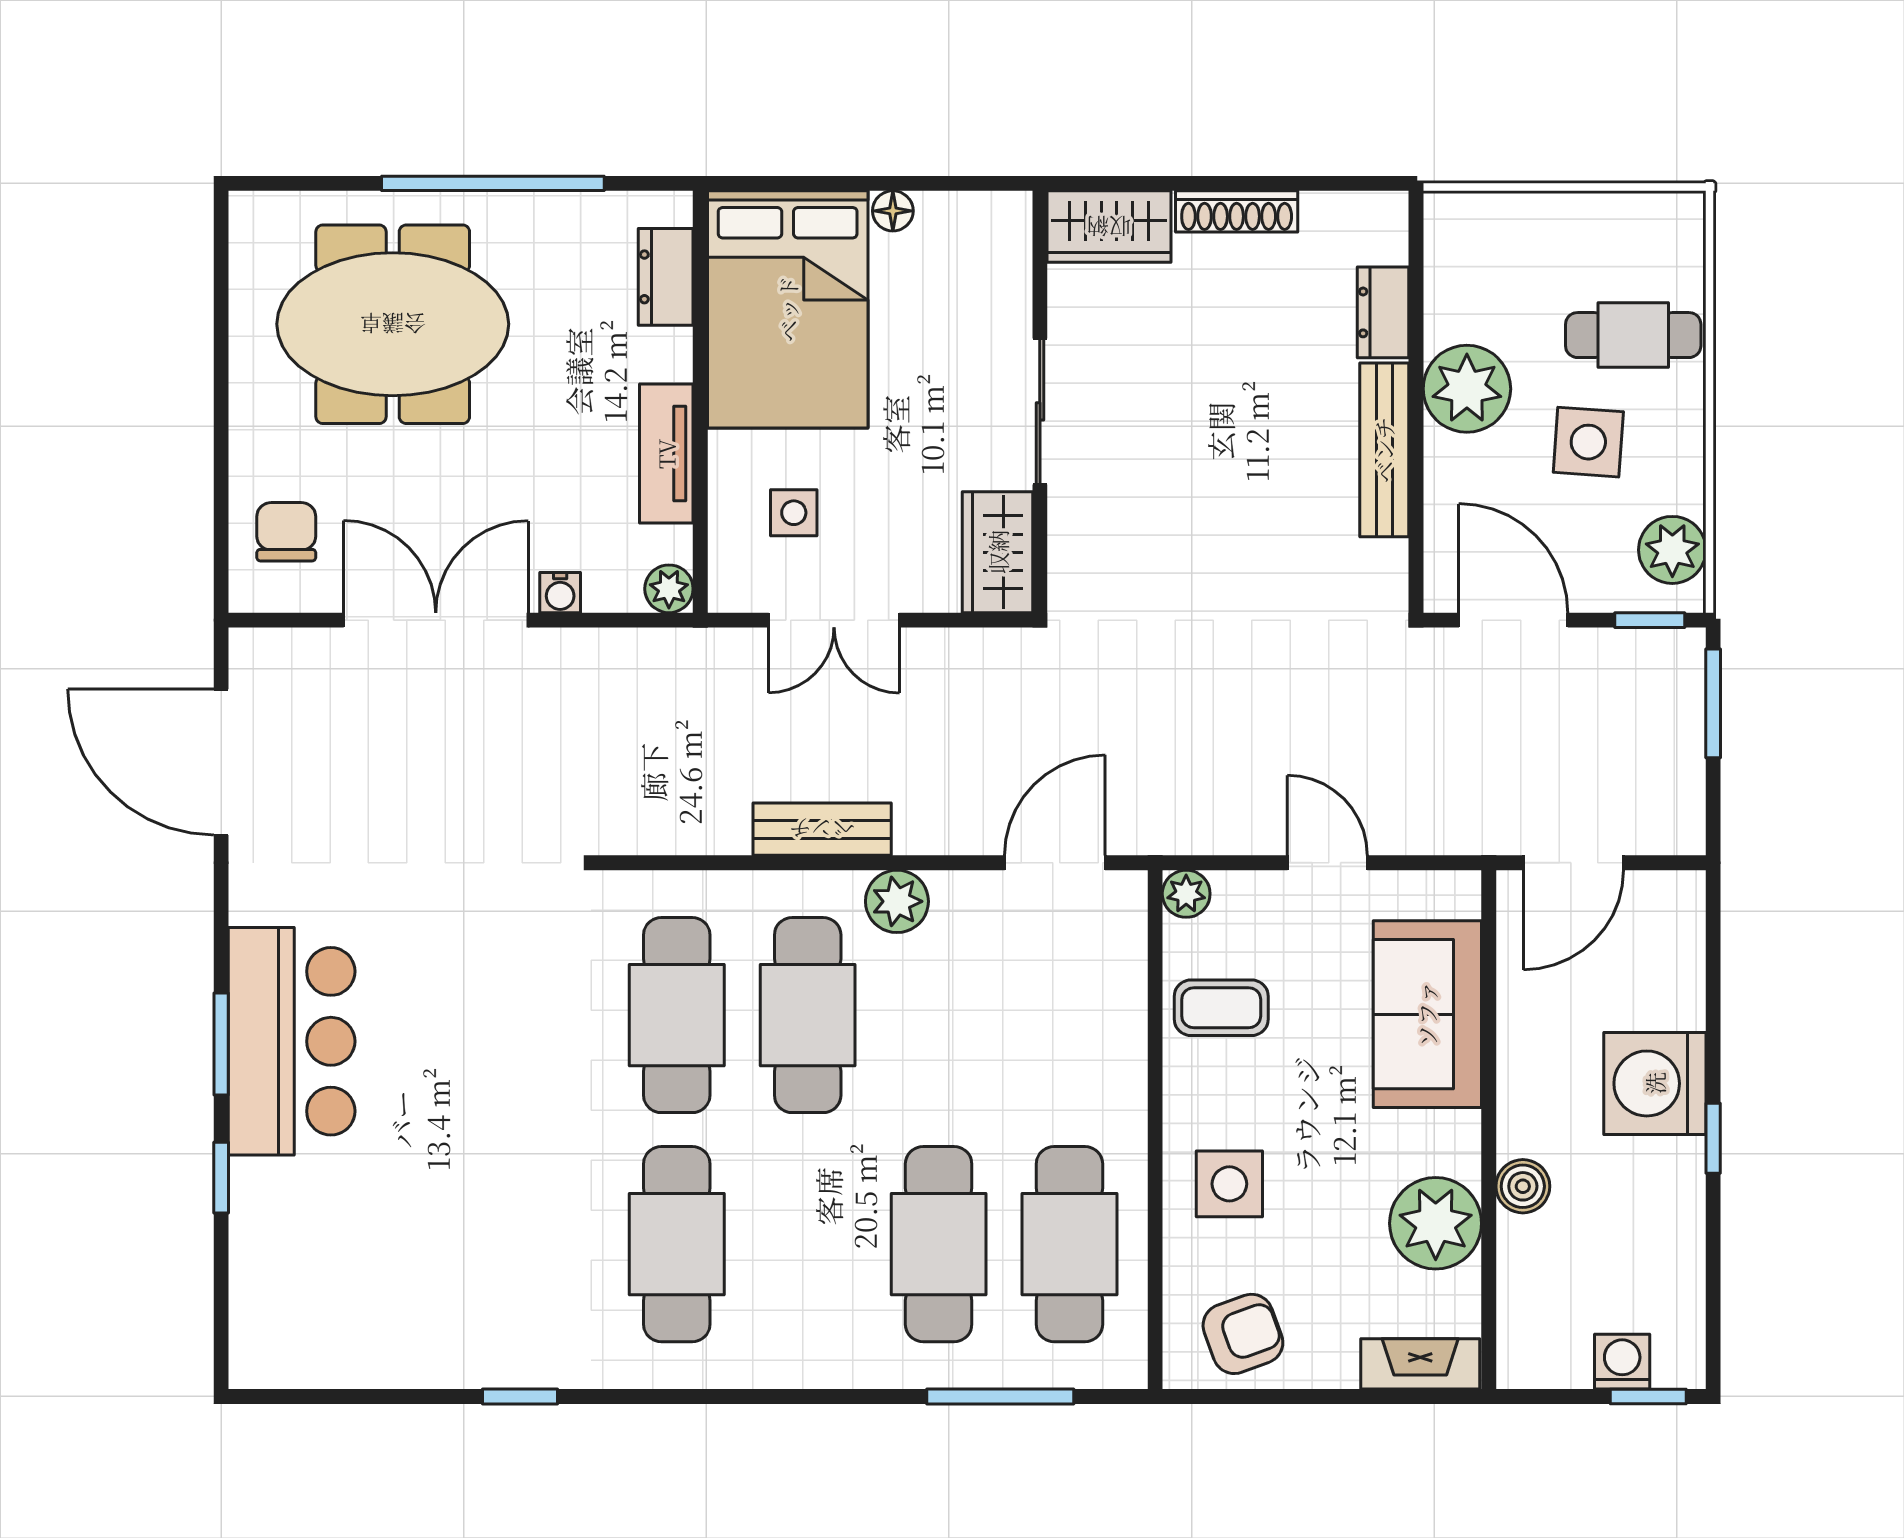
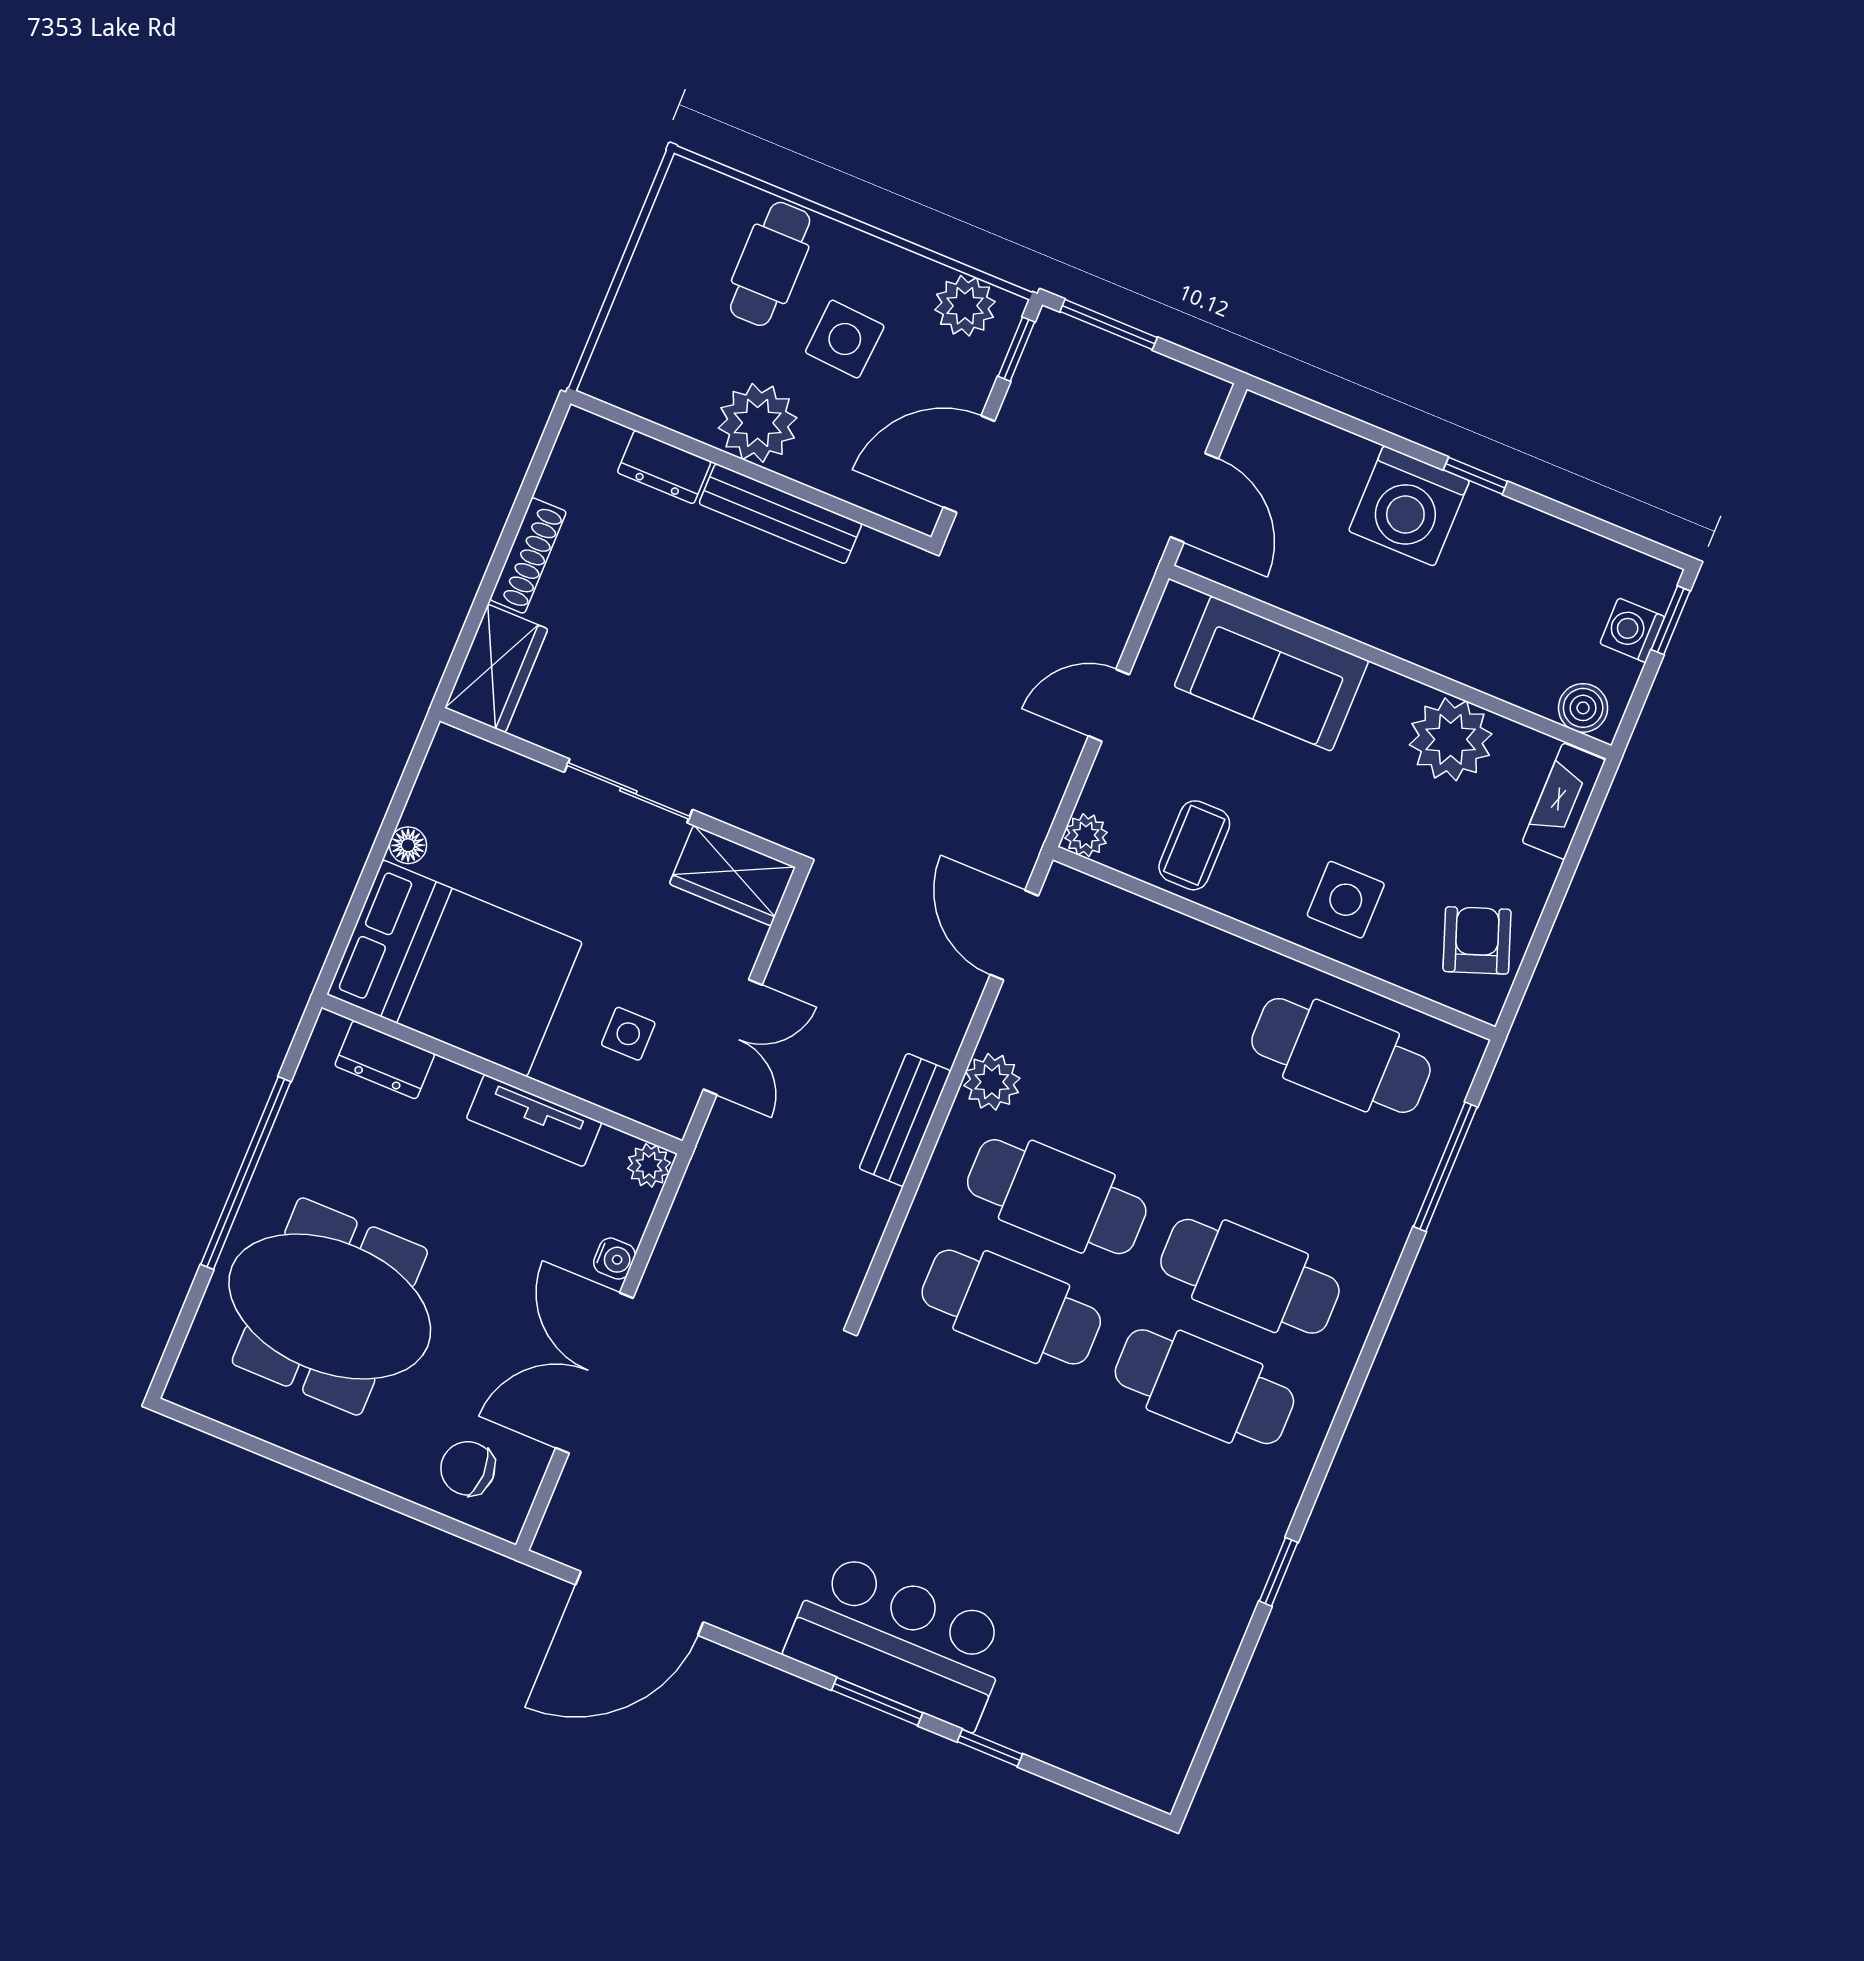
meeting table: (393, 324) -> (330, 1306), turned 90
boiler: (1523, 1186) -> (1583, 708), moved
cafe table: (939, 1244) -> (1250, 1276), moved

